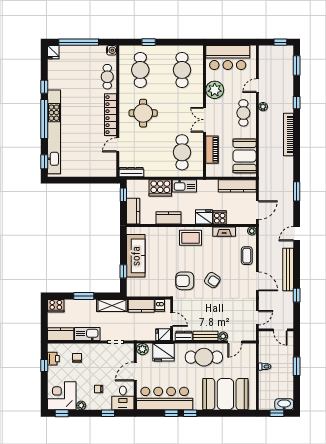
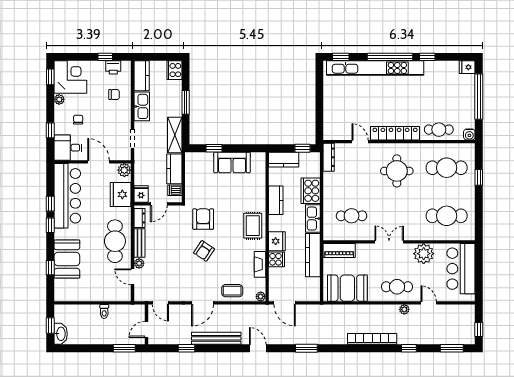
piano: (212, 150) -> (339, 251), moved
cafe table: (182, 152) -> (352, 216), width x0.73, depth x0.74
kitchen counter: (237, 186) -> (313, 255), moved
sofa: (136, 256) -> (232, 162), width x0.73
window: (297, 366) -> (124, 348), moved
booth: (225, 394) -> (67, 259), width x0.73, depth x0.70
window: (227, 413) -> (50, 268), added

